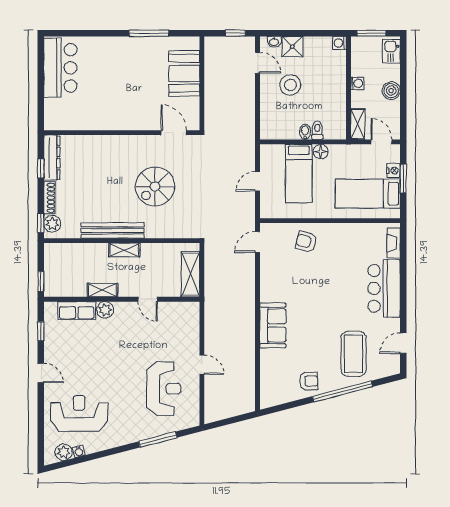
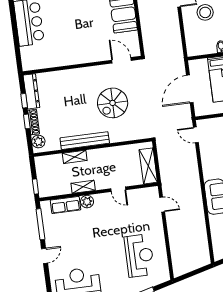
door: (257, 181) -> (190, 89), width x1.88
window: (41, 223) -> (27, 121), moved
door: (257, 242) -> (196, 135), hinge flipped
shelving: (124, 250) -> (75, 157), moved
window: (41, 331) -> (40, 224), width x2.17
door: (202, 365) -> (162, 204), moved
door: (41, 373) -> (45, 256), hinge flipped

